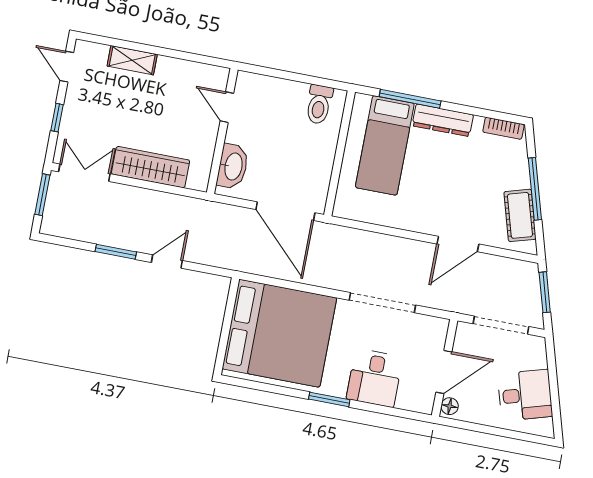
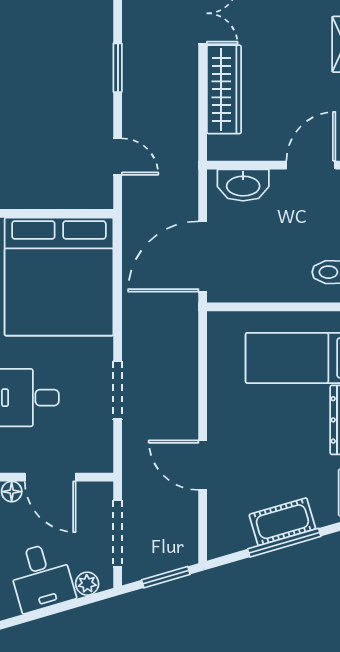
door: (227, 107) -> (311, 165), width x1.38
cot: (520, 215) -> (282, 522), moved
door: (167, 261) -> (118, 157), moved
doorway: (382, 303) -> (118, 390), width x0.73
plant: (538, 358) -> (87, 584), added

